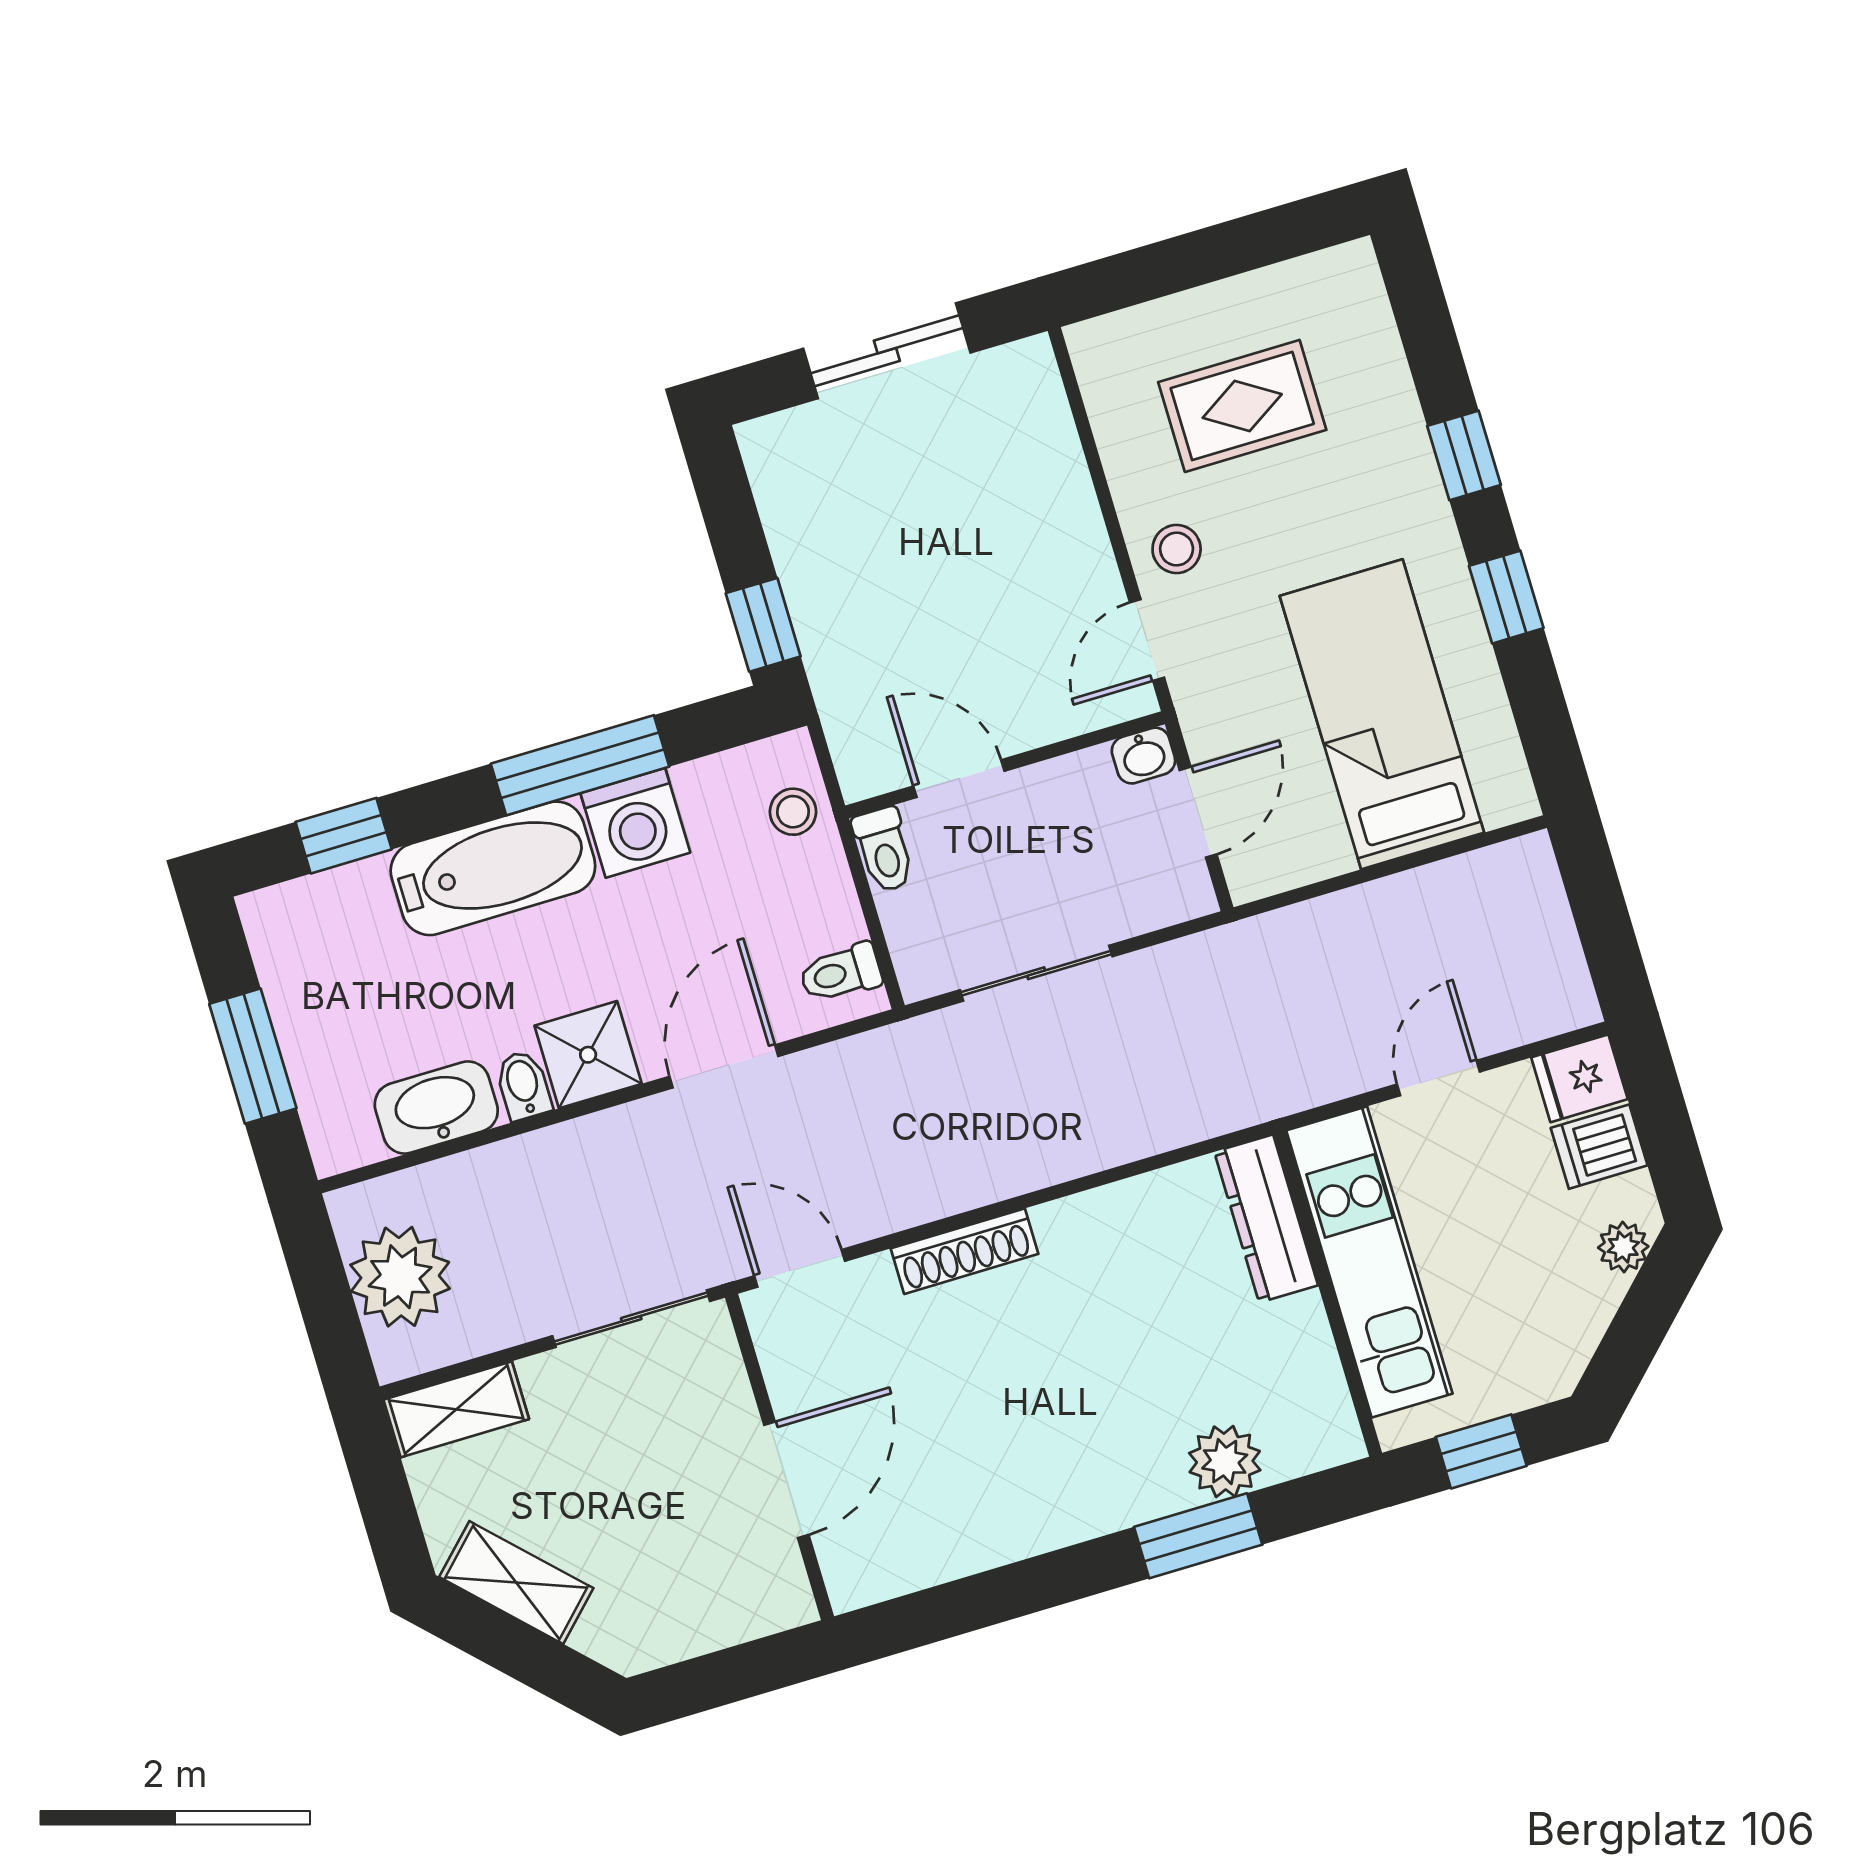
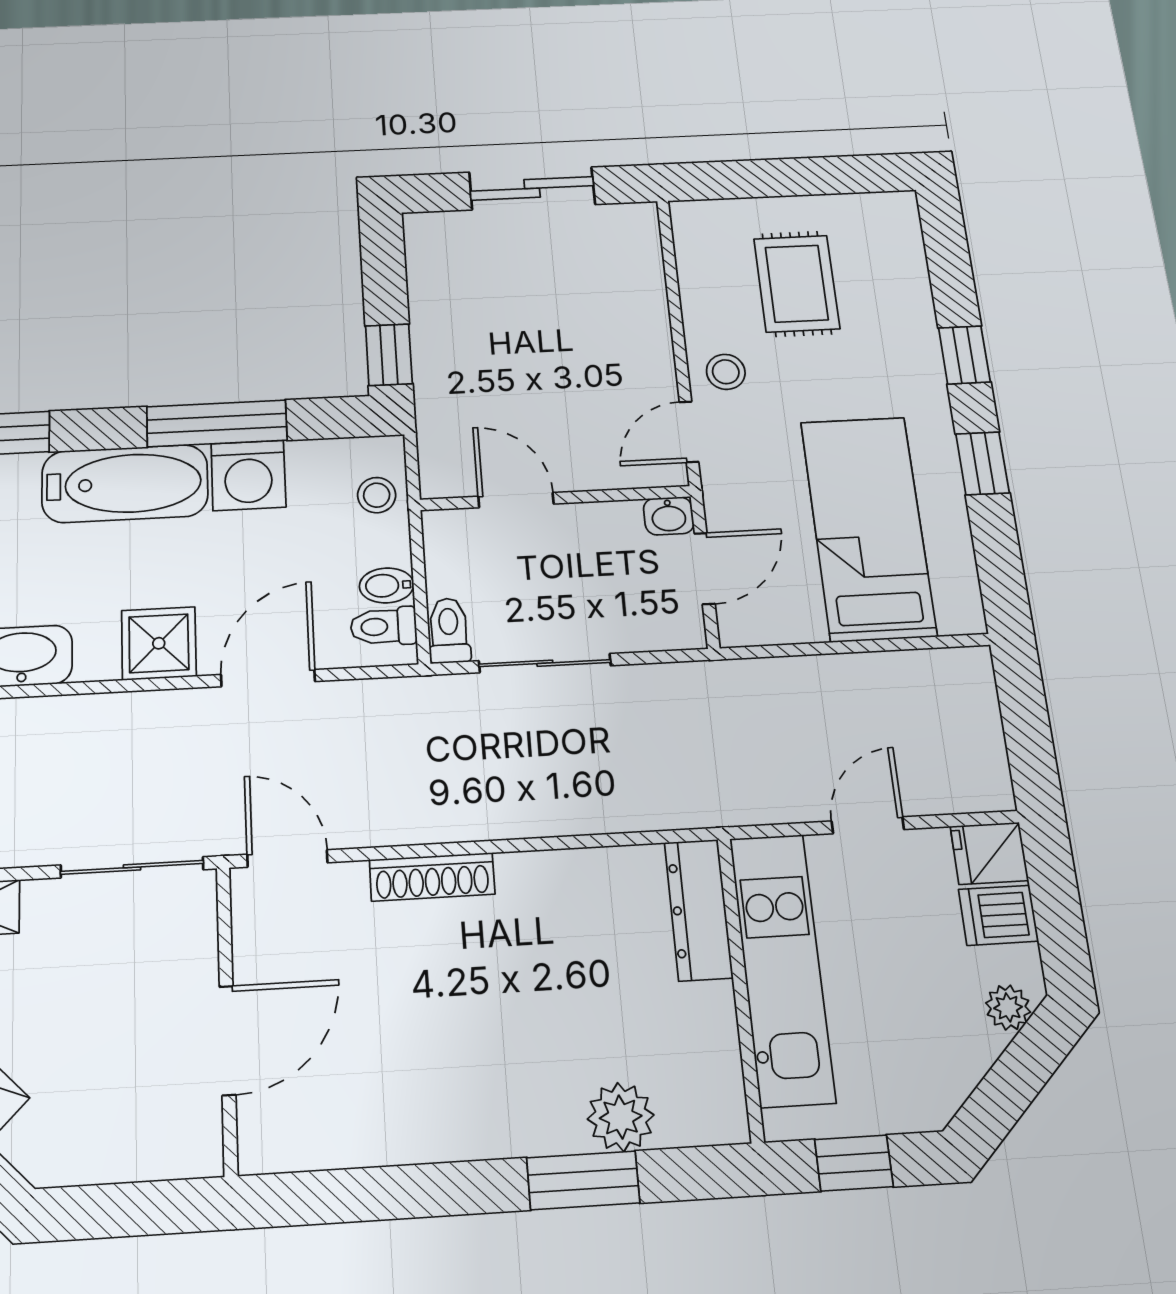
rug: (1242, 406) -> (797, 284), turned 90
toilet: (884, 850) -> (449, 630), moved, turned 180
bidet: (523, 1085) -> (387, 585), moved, turned -90

